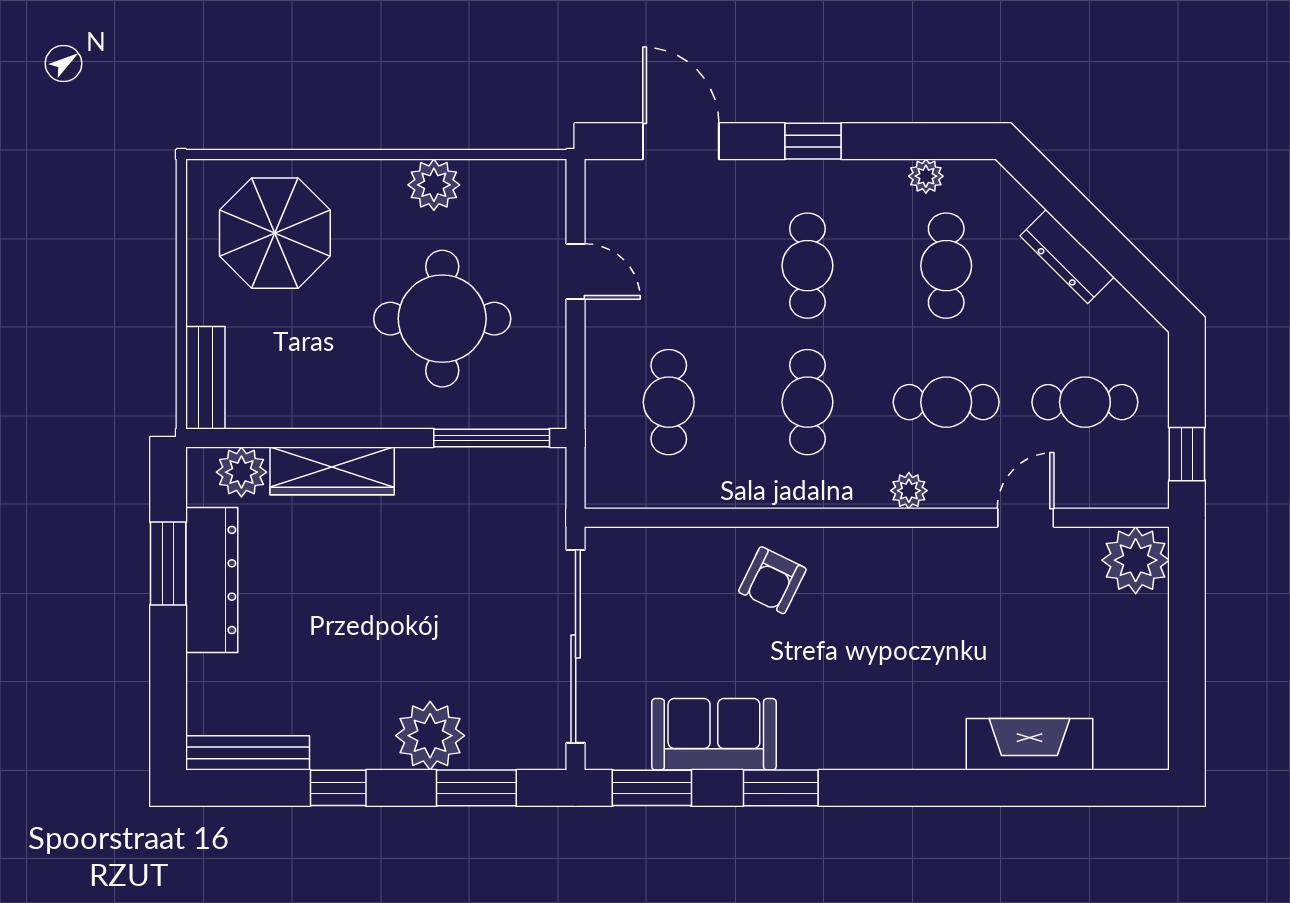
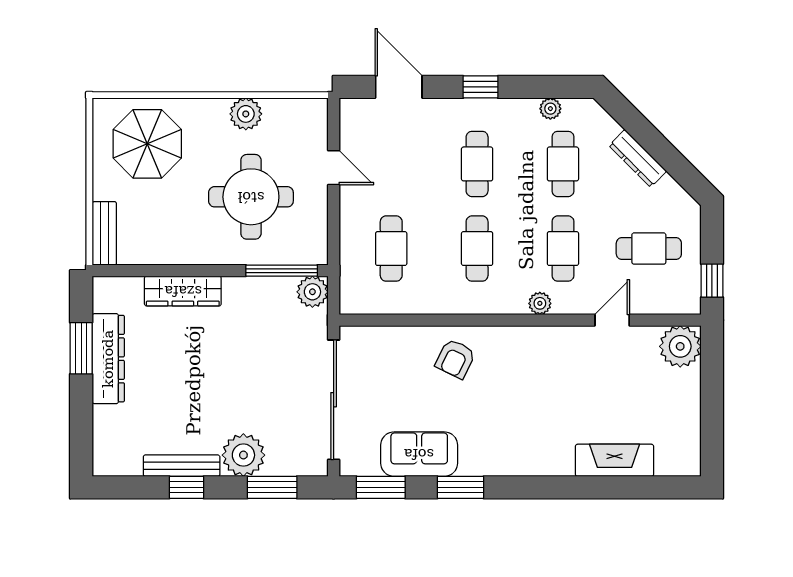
cafe table: (946, 402) -> (563, 249), turned 90
plant: (241, 472) -> (312, 292), moved
bench: (248, 753) -> (182, 466), moved

